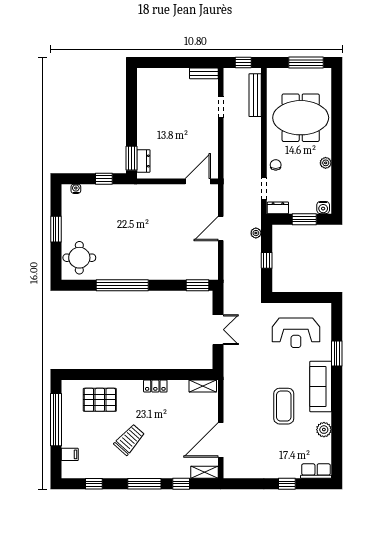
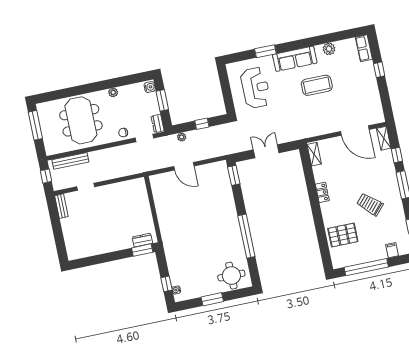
window: (104, 179) -> (166, 284), moved
door: (198, 181) -> (150, 193), removed
pallet: (100, 400) -> (343, 235), turned 90

